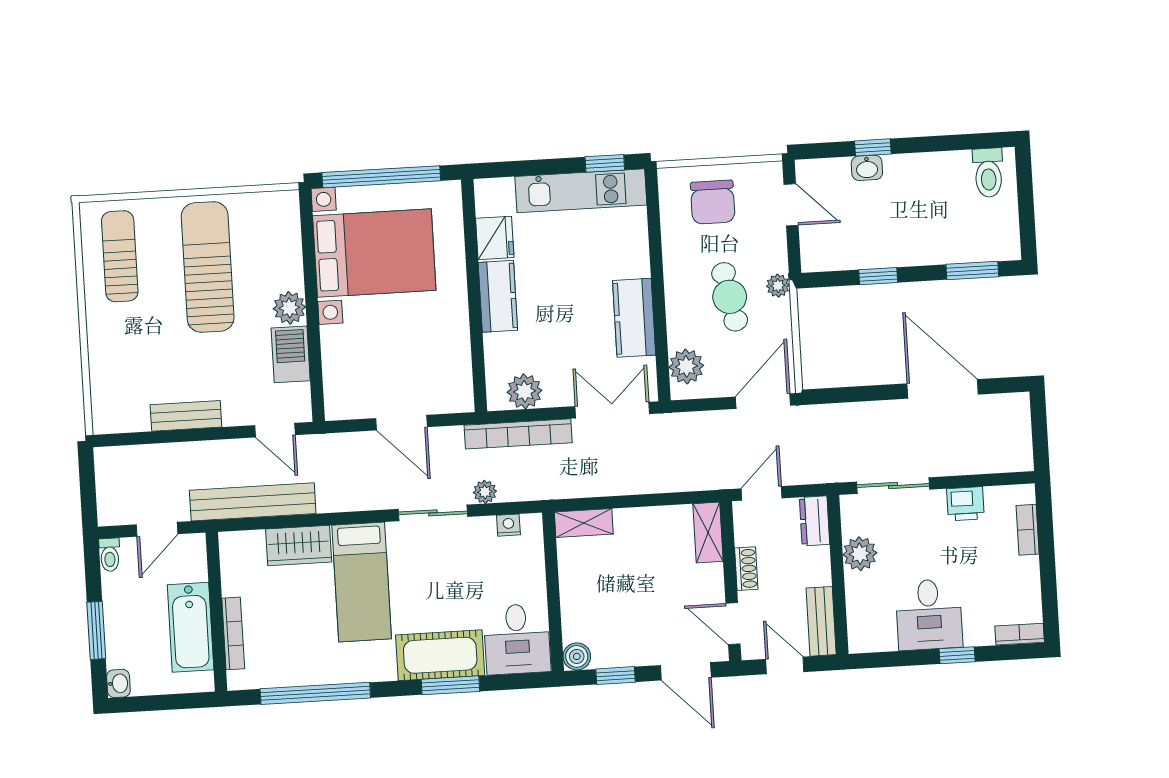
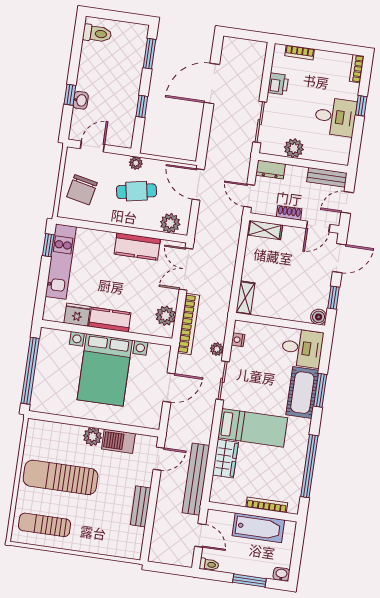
chair: (713, 202) -> (82, 190), turned 102
bed with nightstands: (374, 253) -> (105, 370), moved, turned 180

